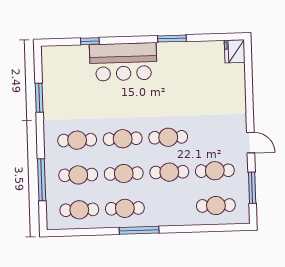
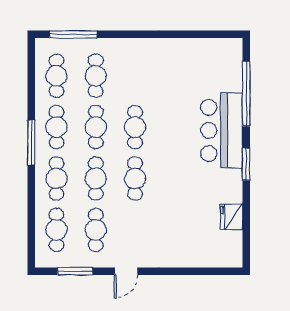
window: (172, 39) -> (246, 164), moved
window: (90, 41) -> (246, 94), width x3.17
fridge: (235, 51) -> (231, 217), moved, turned -90
window: (39, 98) -> (184, 34), removed
cafe table: (77, 140) -> (56, 178), moved
window: (42, 180) -> (73, 34), moved

